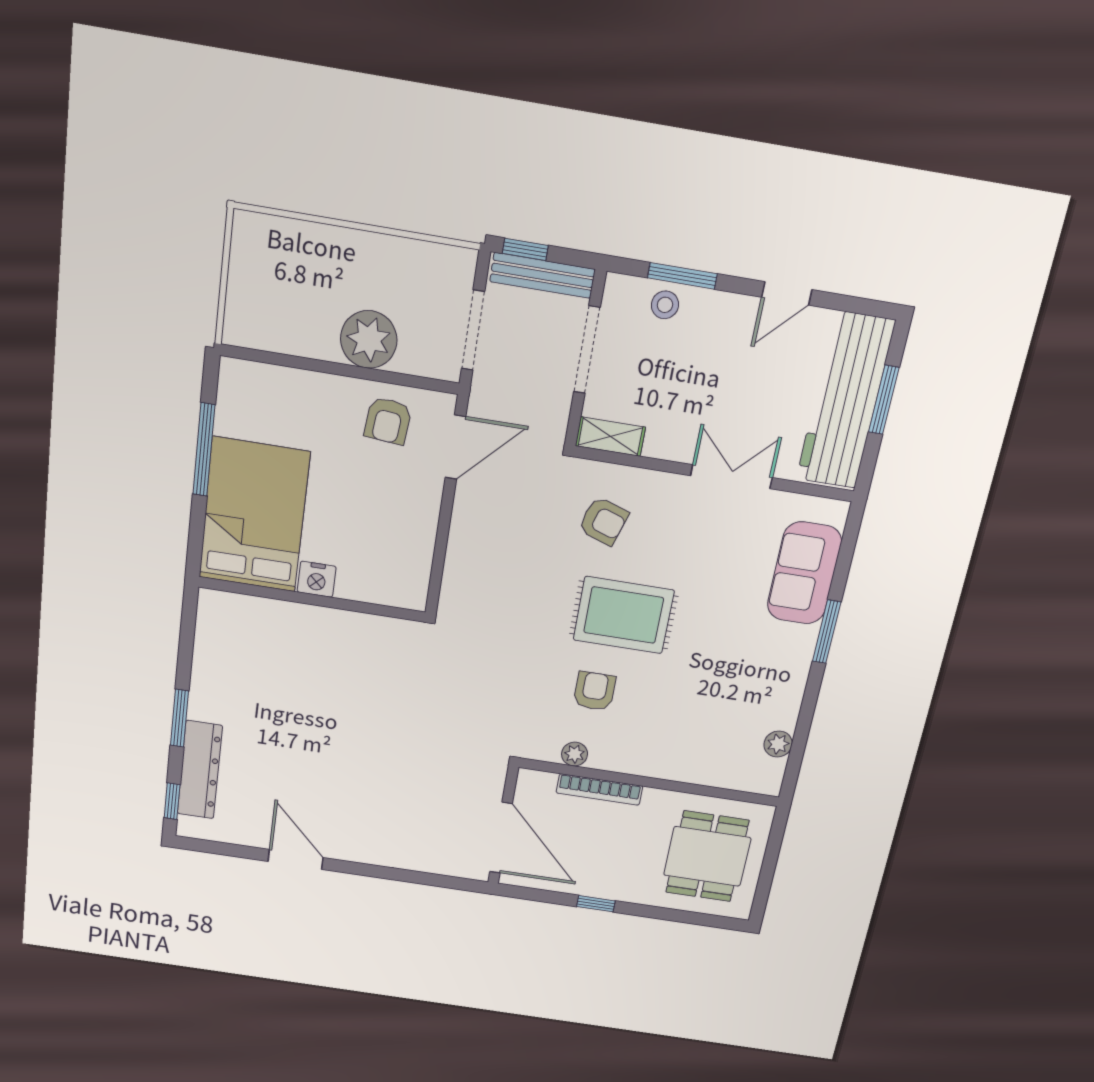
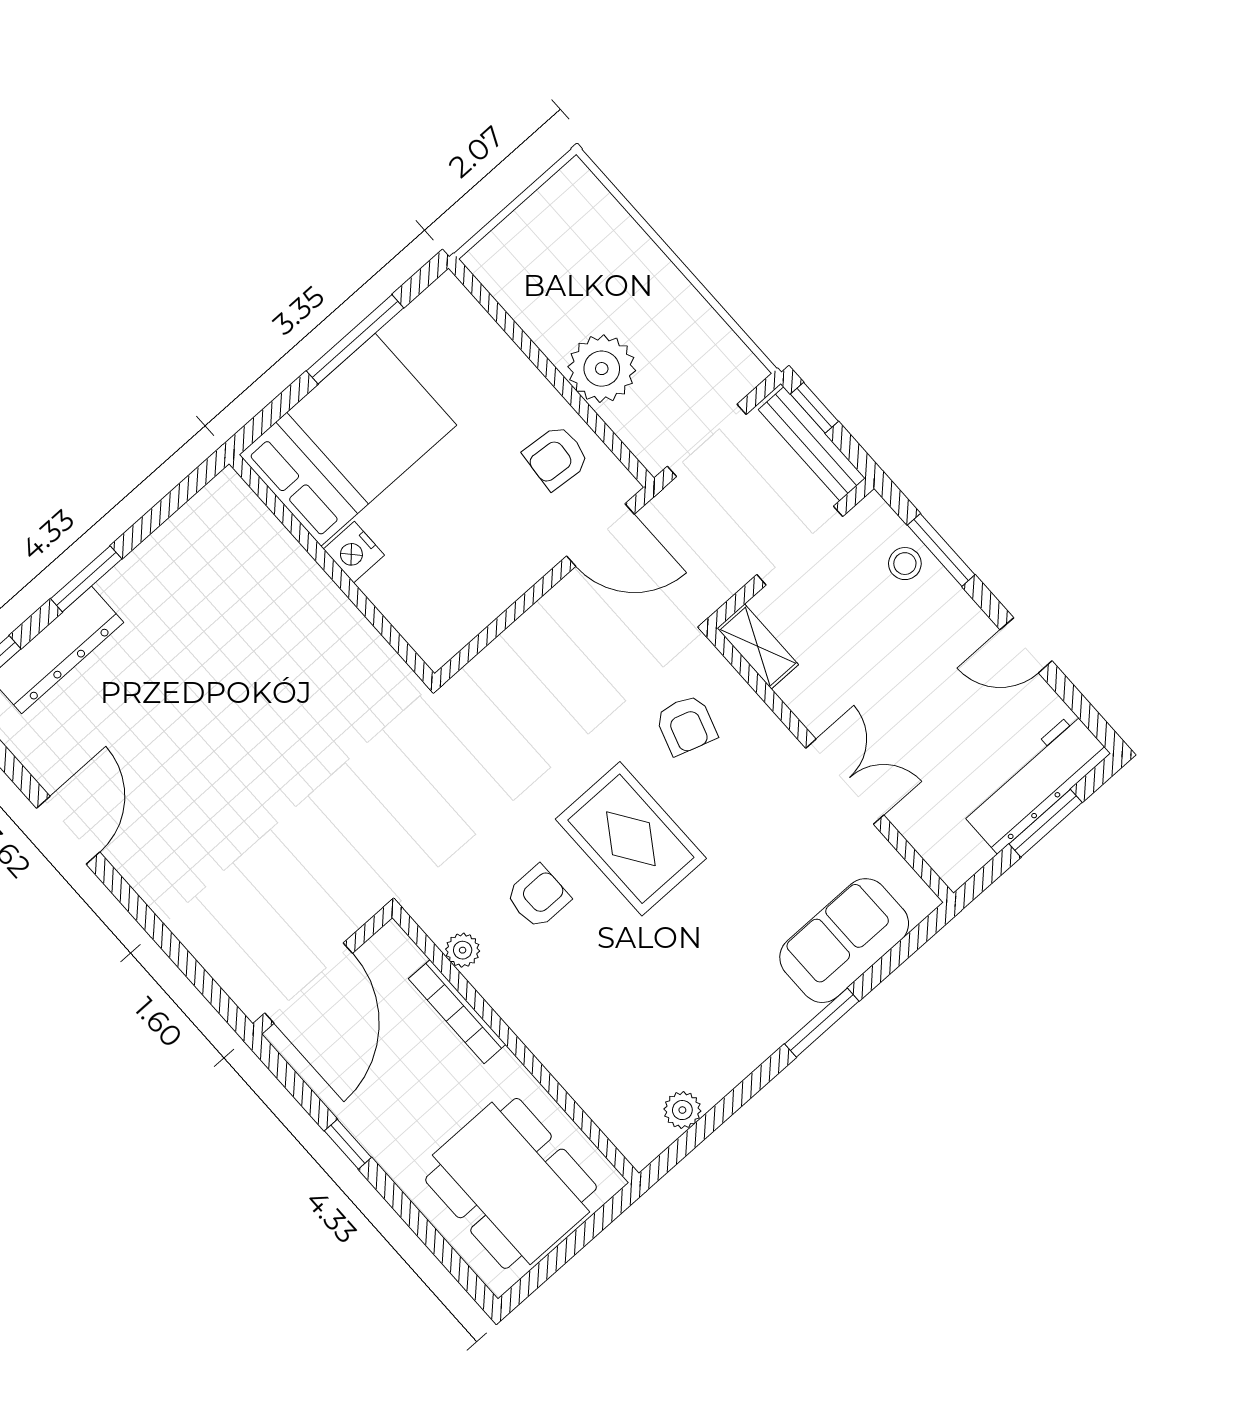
workbench: (845, 401) -> (1035, 783), width x0.73, depth x0.76
dining table: (707, 856) -> (511, 1183), width x1.38

